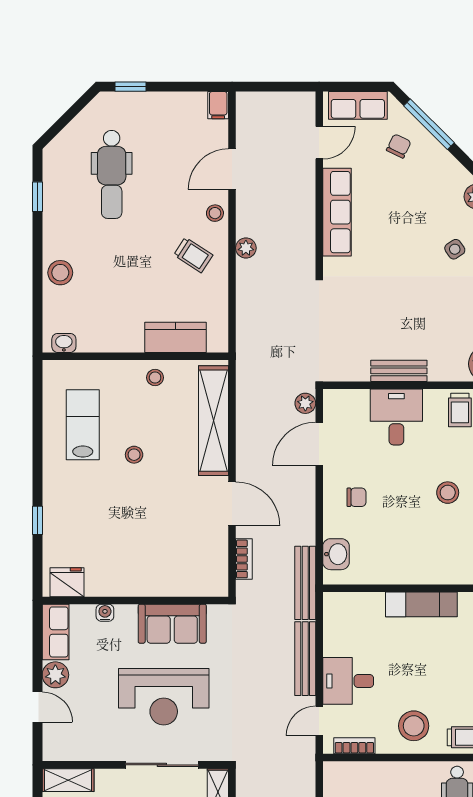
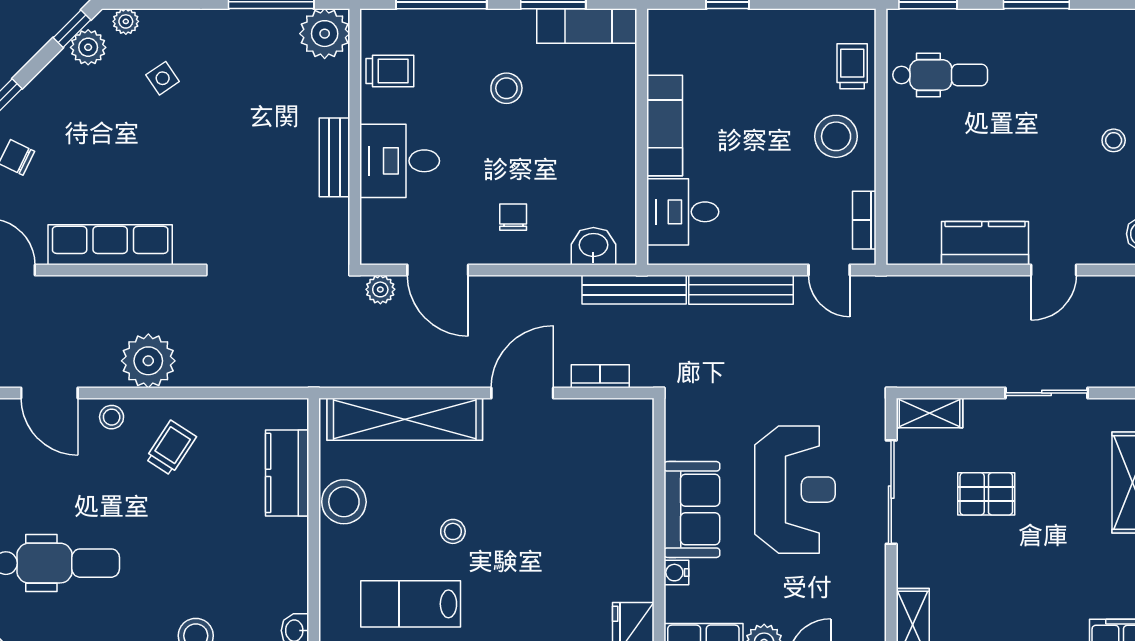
plant: (246, 248) -> (148, 361), width x1.87, depth x1.87
stool: (155, 378) -> (344, 502), width x1.89, depth x1.89
sofa: (172, 624) -> (692, 510), moved
desk: (348, 681) -> (683, 212), moved, turned 90

